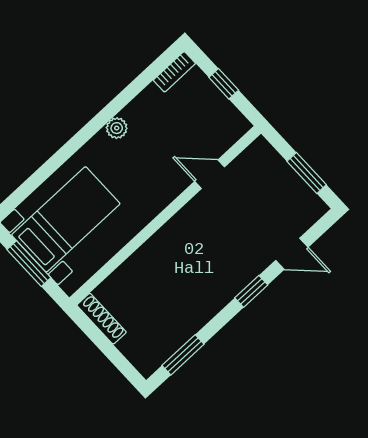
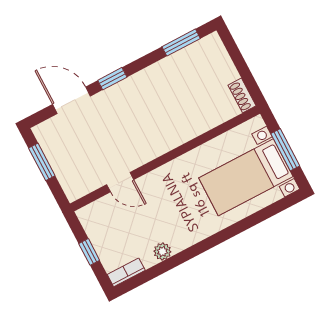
plant: (117, 128) -> (162, 252), moved
door: (292, 254) -> (71, 100), width x1.38
shoe rack: (102, 319) -> (242, 95), width x0.70

